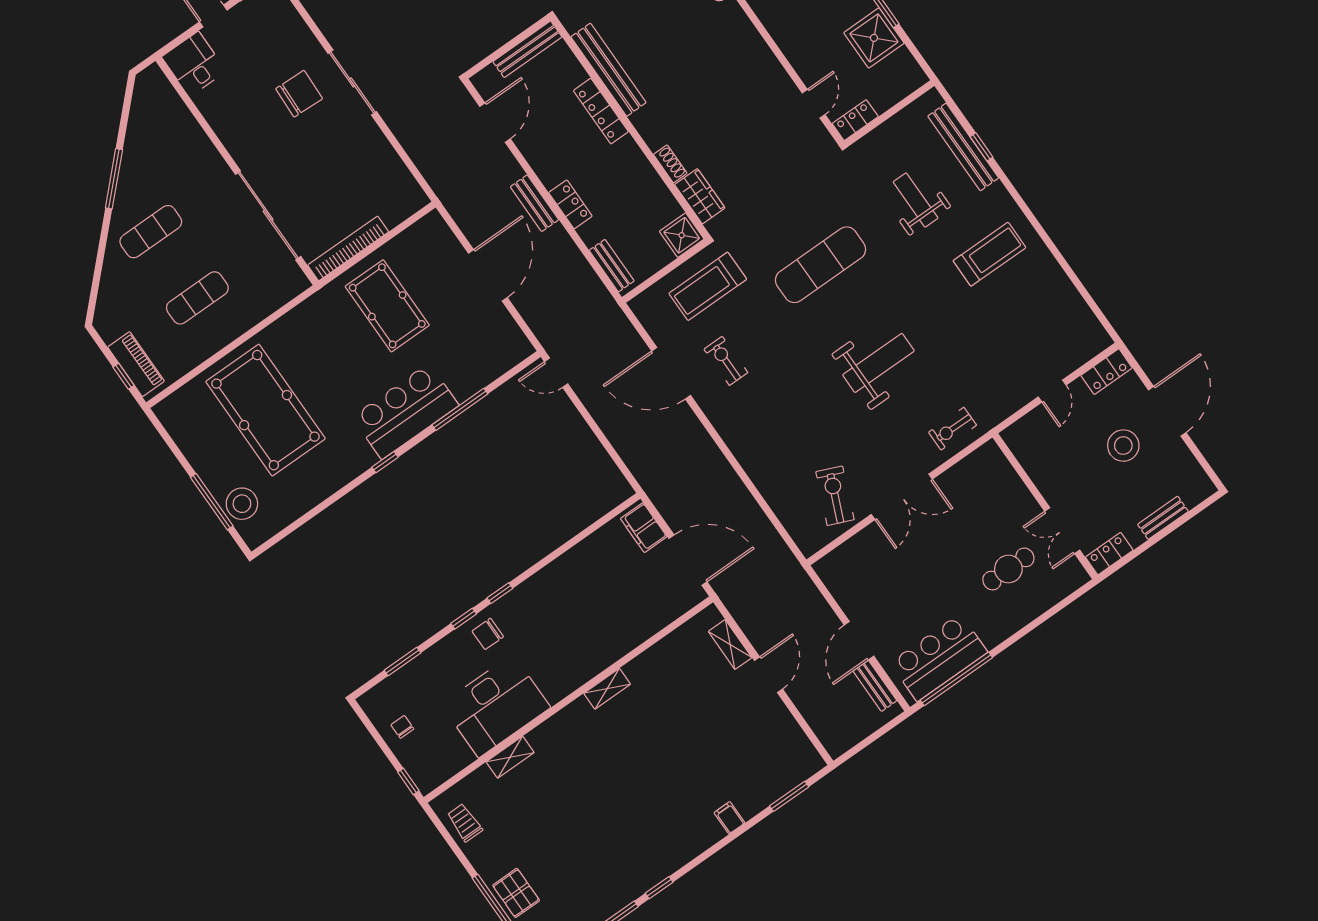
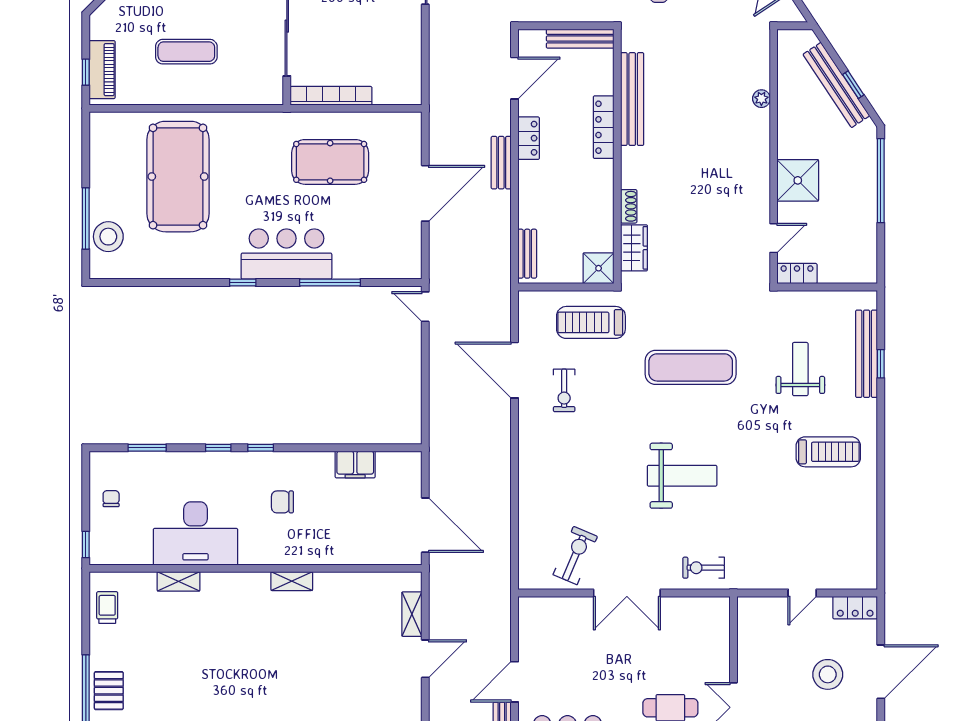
shower: (874, 38) -> (798, 180), moved
locker: (570, 204) -> (529, 138), moved
pool table: (387, 306) -> (330, 162), turned 90
exercise bike: (726, 361) -> (564, 390), turned 180
filing cabinet: (644, 528) -> (355, 465), moved, turned -90
chair: (488, 634) -> (282, 502), moved

